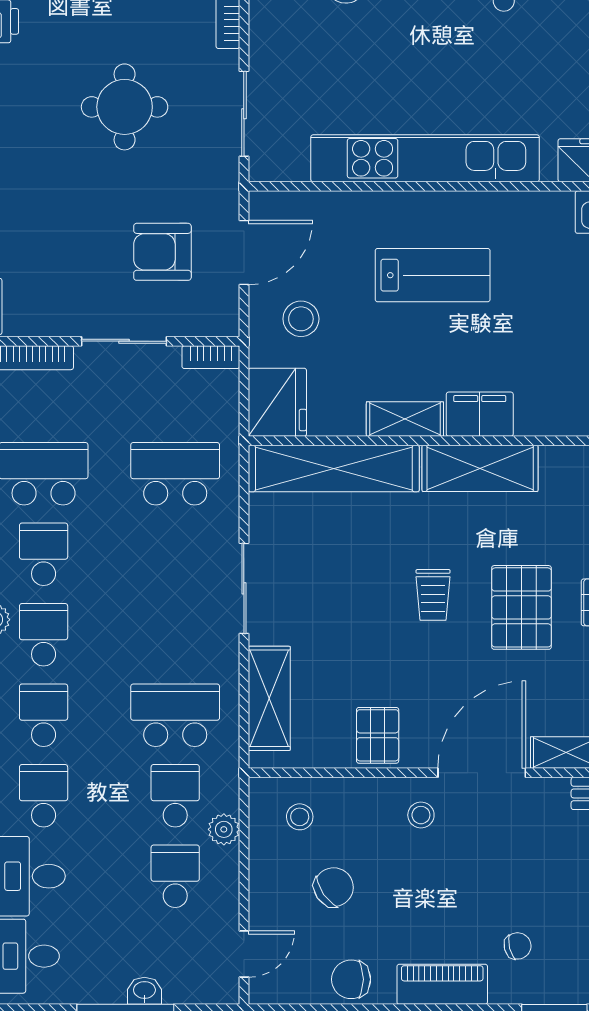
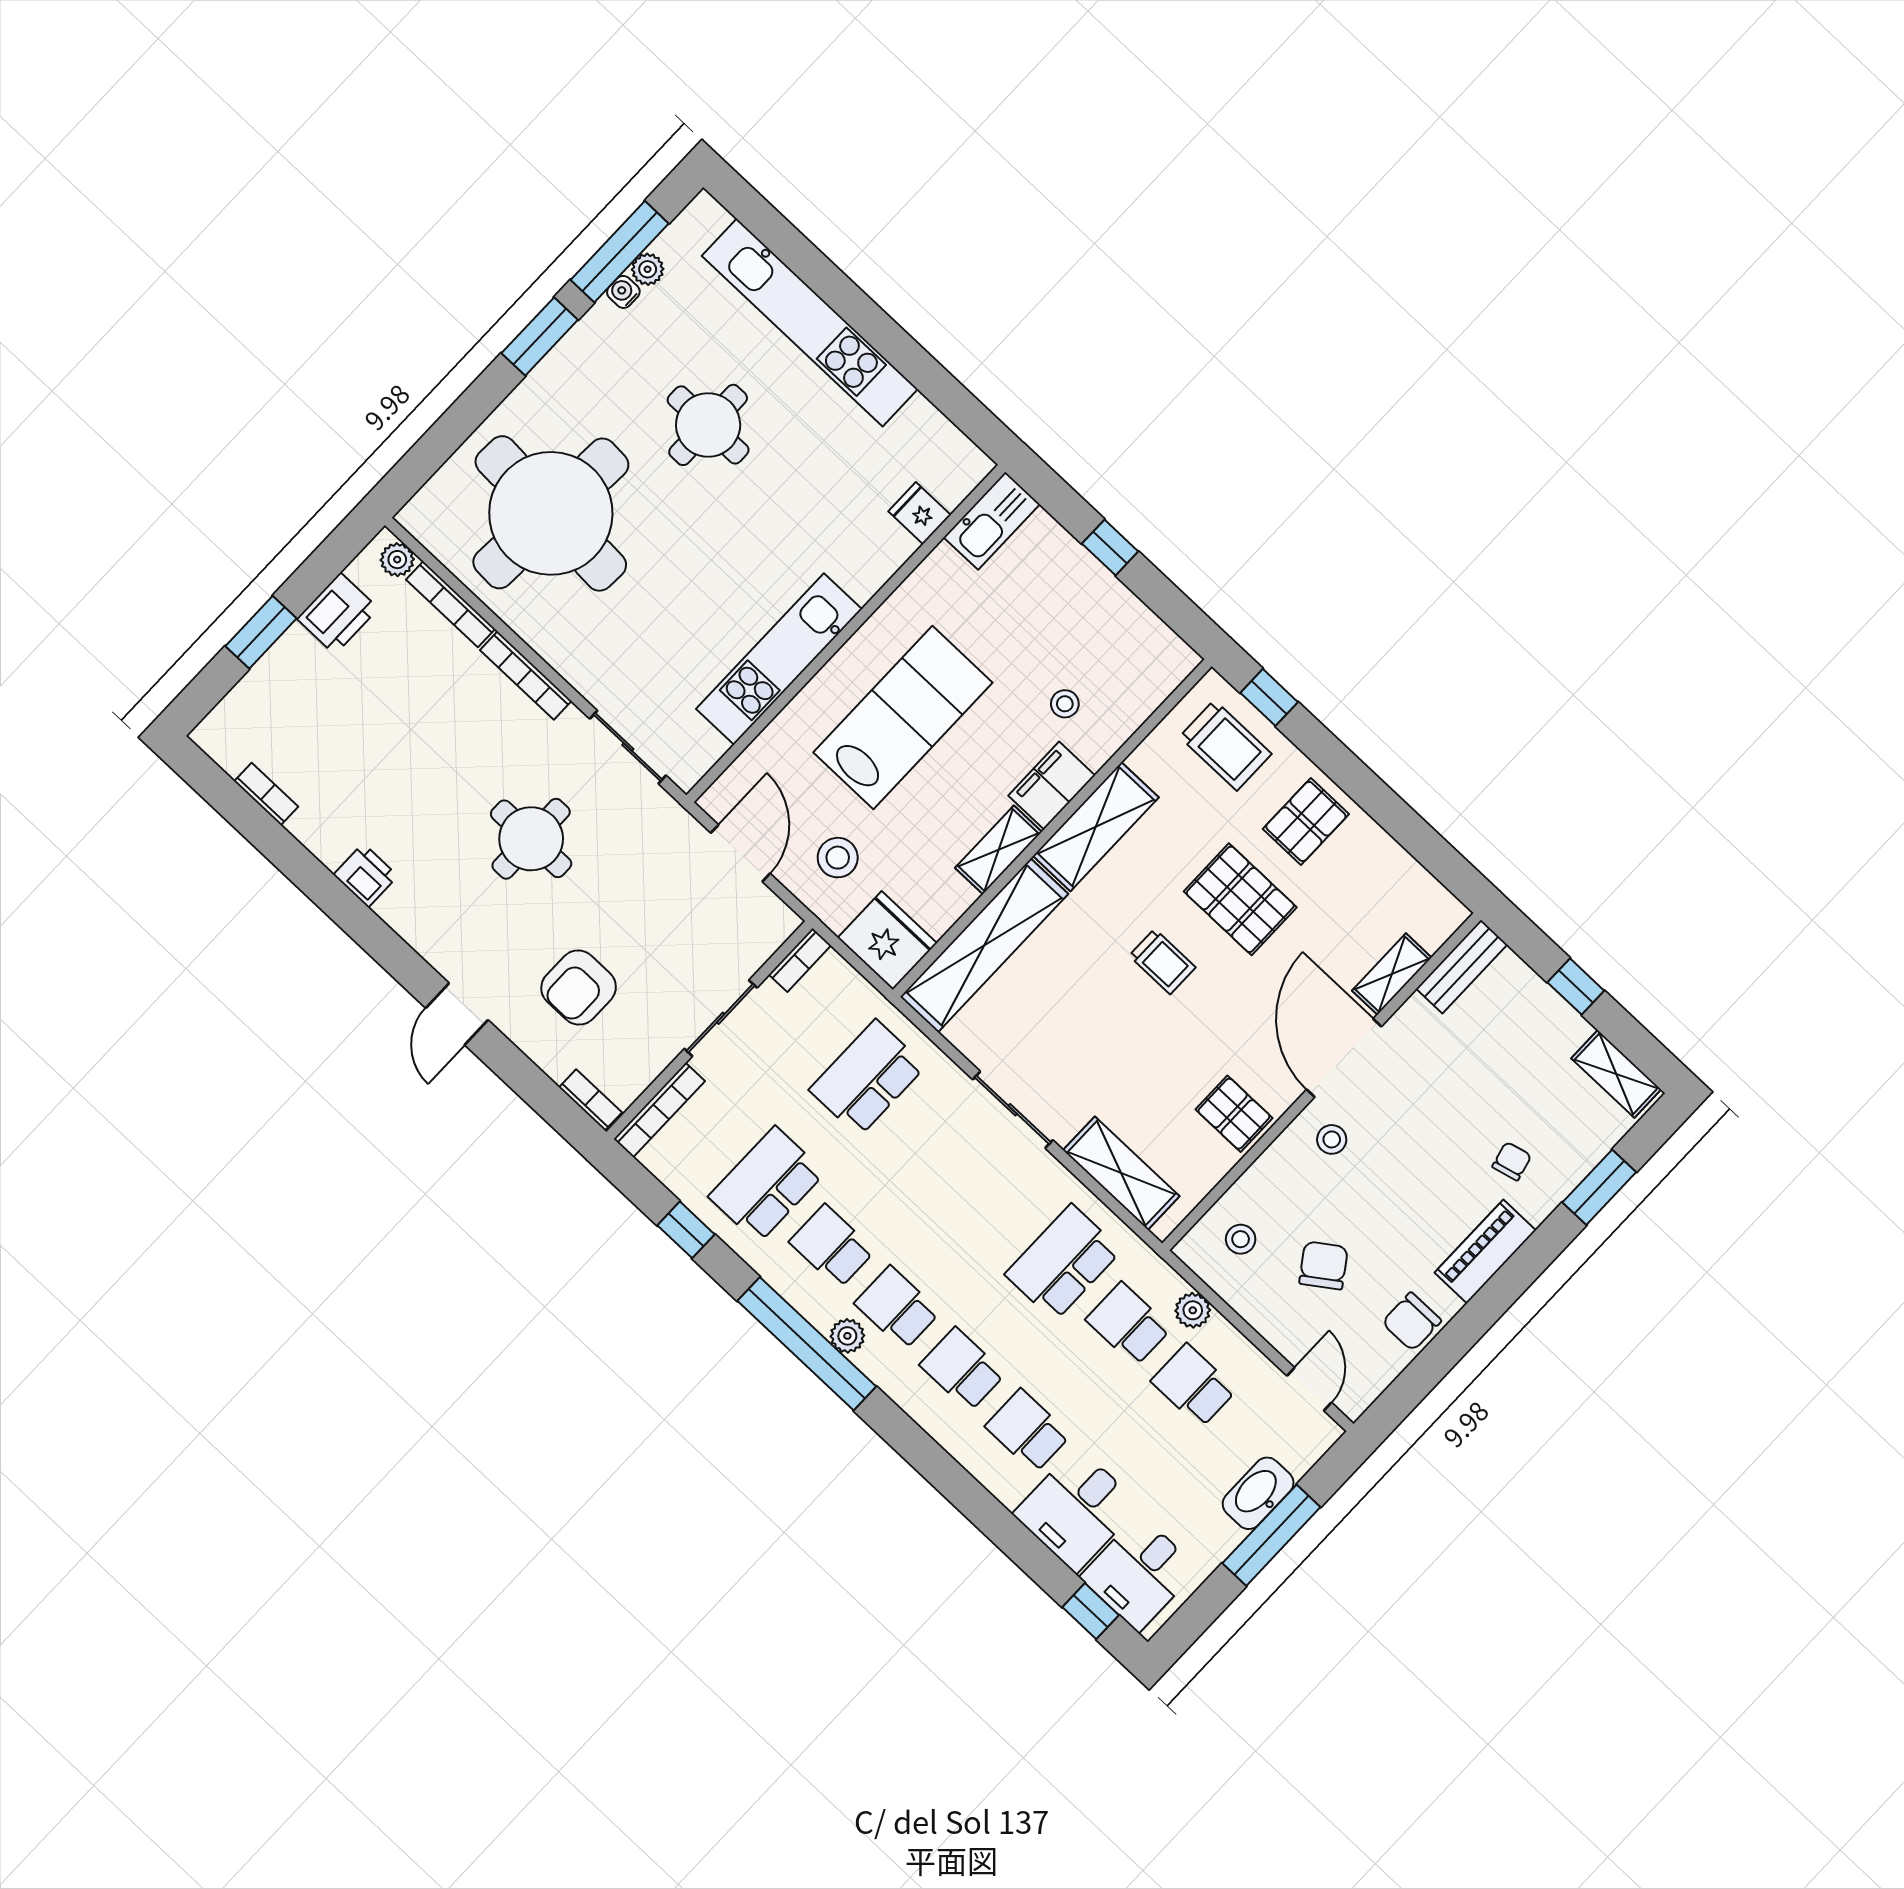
kitchen unit: (425, 158) -> (779, 659), width x0.73
armchair: (162, 252) -> (579, 987), moved
lab bench: (433, 275) -> (903, 717), width x1.36, depth x1.39
stool: (541, 372) -> (1065, 704), added
washbasin: (144, 991) -> (1258, 1493), width x1.91, depth x1.45

